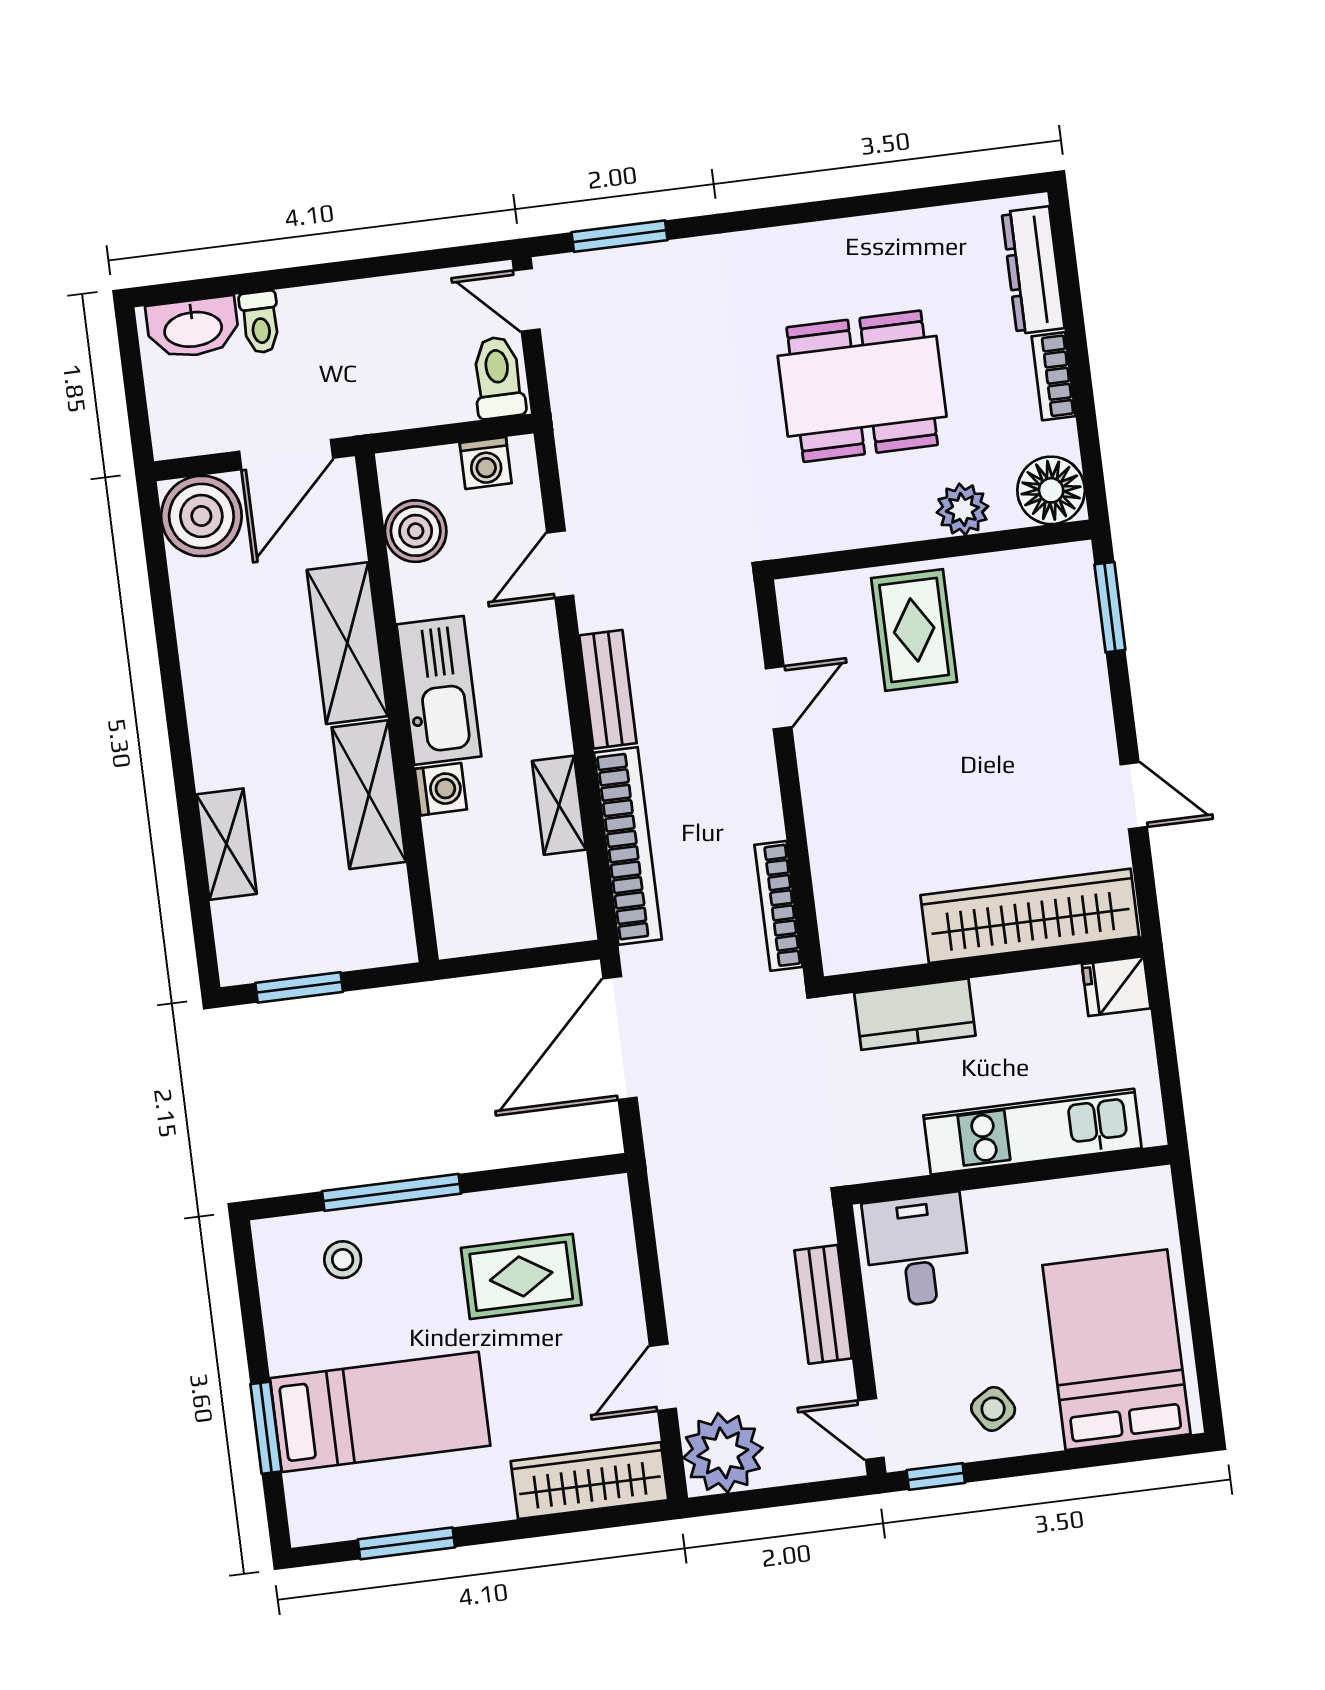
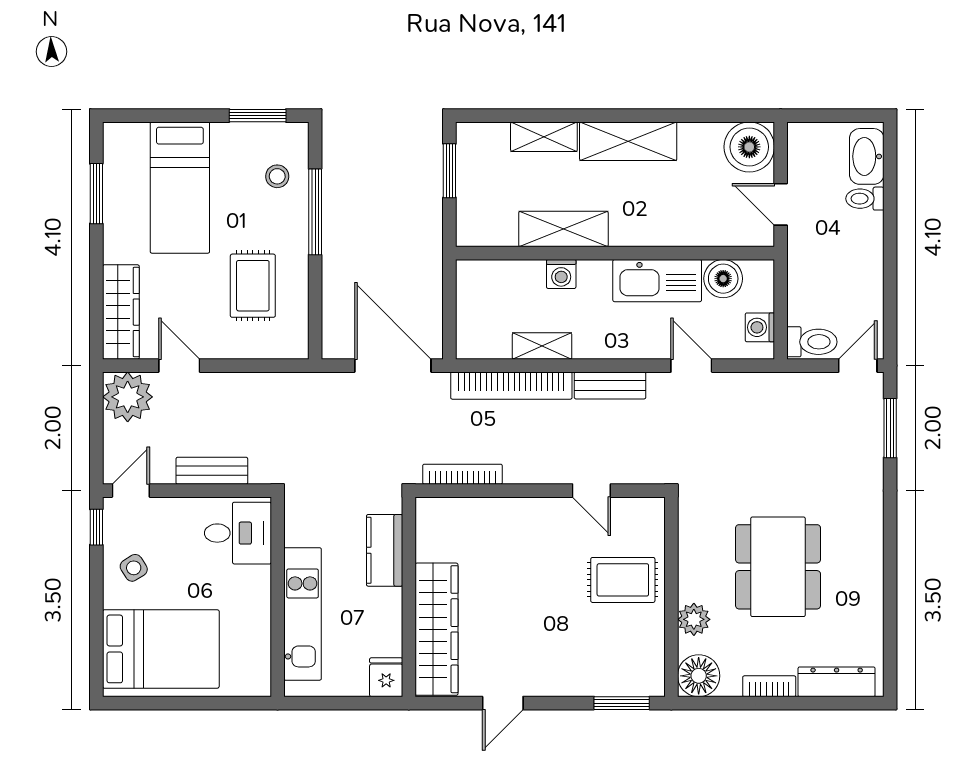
door: (286, 455) -> (781, 204), width x0.73
shelving: (347, 643) -> (628, 141), moved
kitchen sink: (439, 690) -> (657, 281), moved
window: (266, 1428) -> (258, 116), moved

